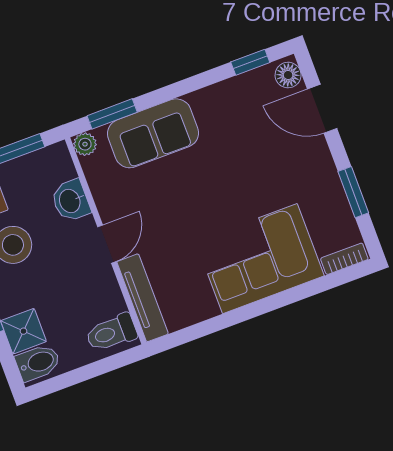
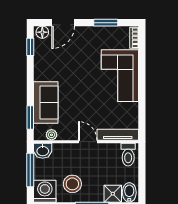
plant: (85, 144) -> (51, 135), moved
washbasin: (71, 201) -> (43, 151), moved

